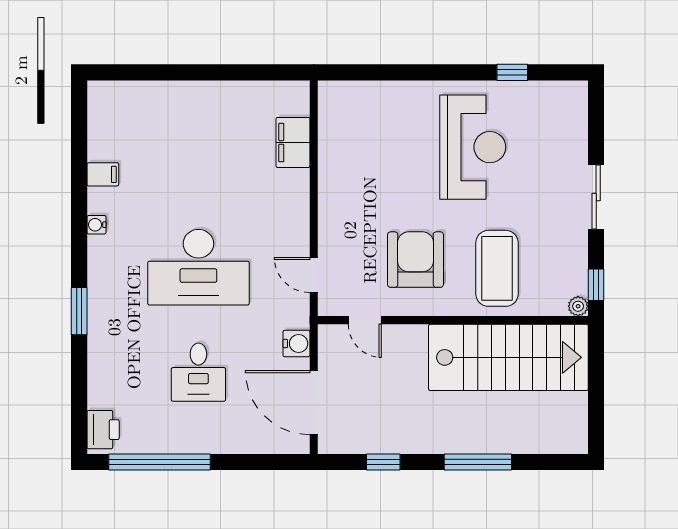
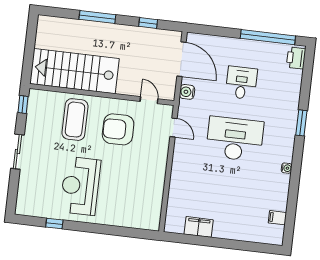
filing cabinet: (293, 142) -> (199, 227), moved, turned -90
filing cabinet: (103, 174) -> (277, 218), moved
armchair: (415, 260) -> (118, 129), turned 90
plant: (578, 306) -> (34, 94), removed

